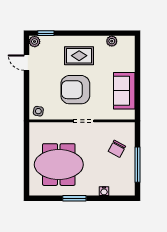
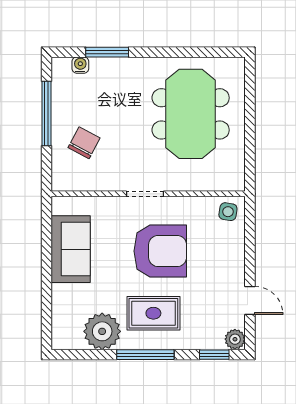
window: (84, 33) -> (145, 355), added
plant: (112, 41) -> (102, 331), width x1.87, depth x1.87
meeting table: (59, 165) -> (191, 114), turned 90
water cooler: (104, 191) -> (80, 65), moved
window: (74, 198) -> (107, 52), moved

